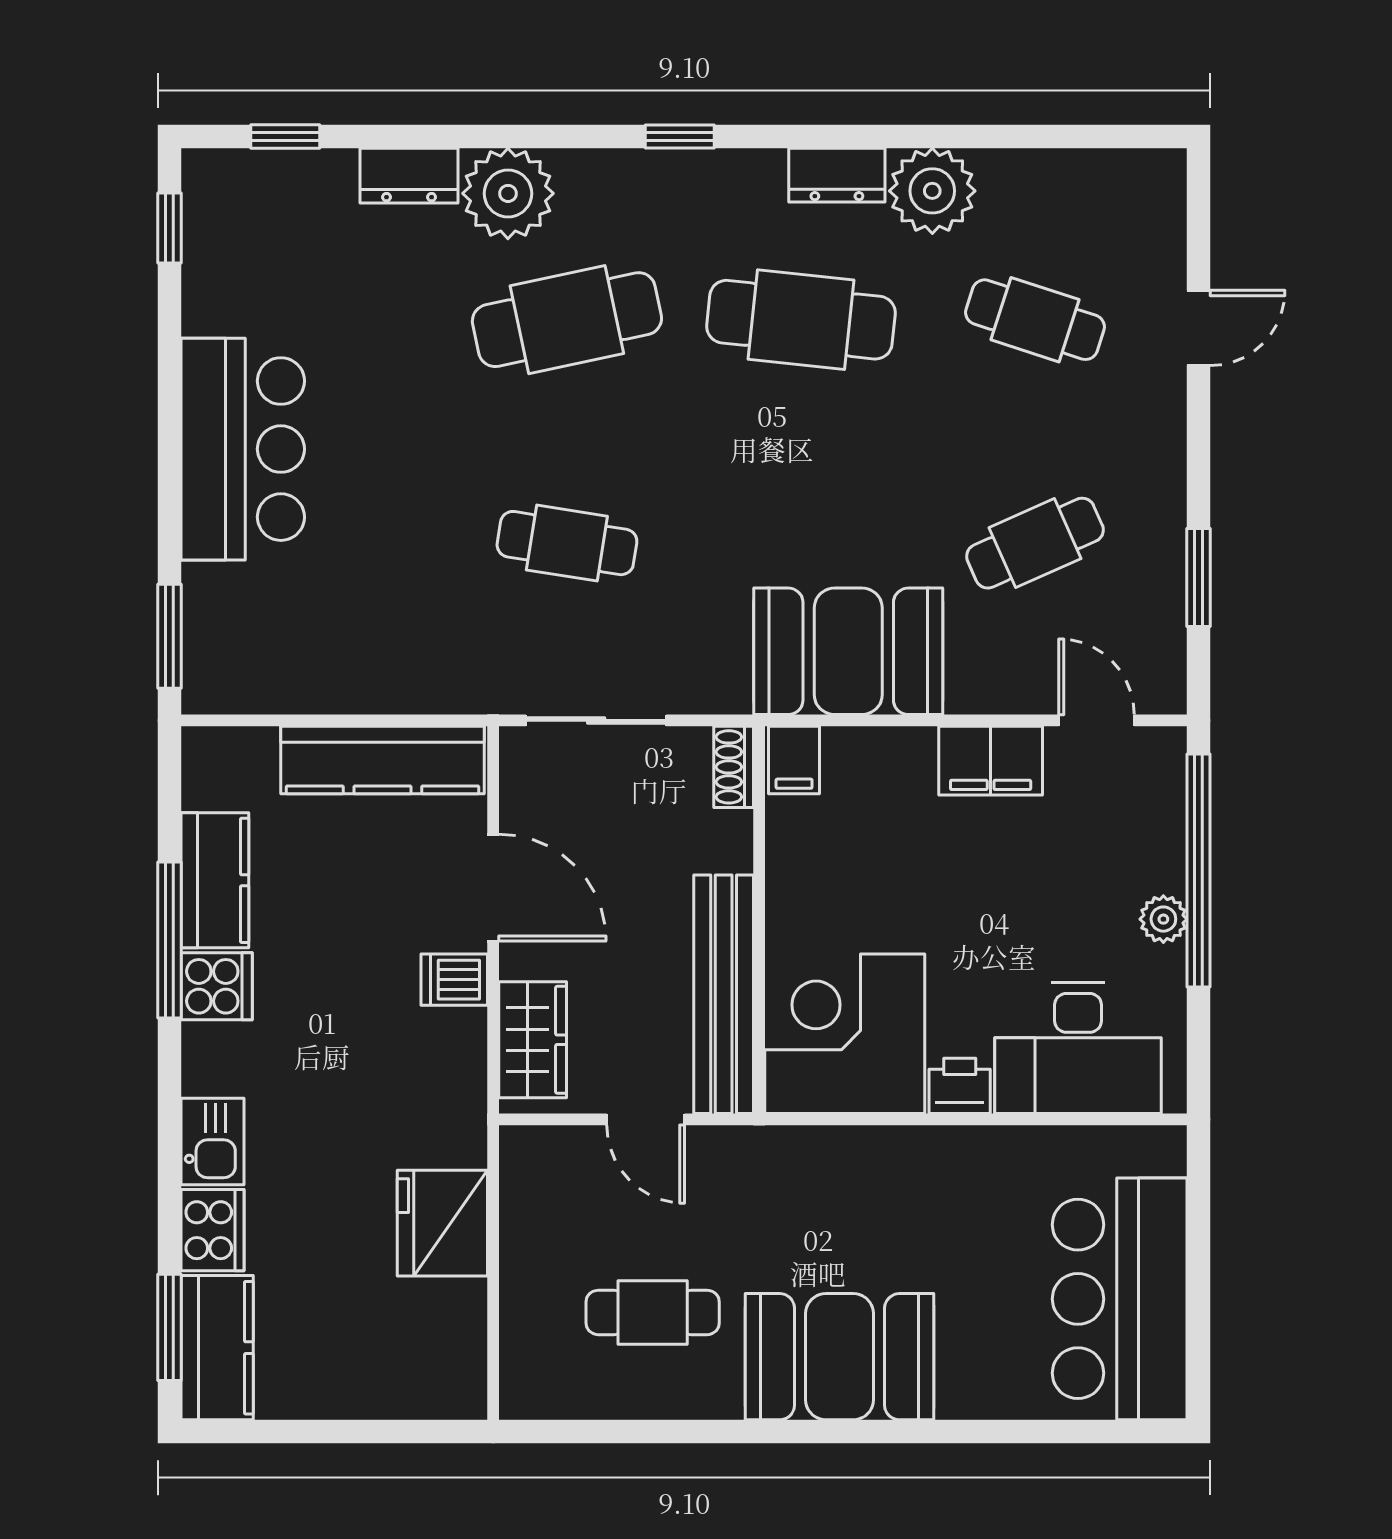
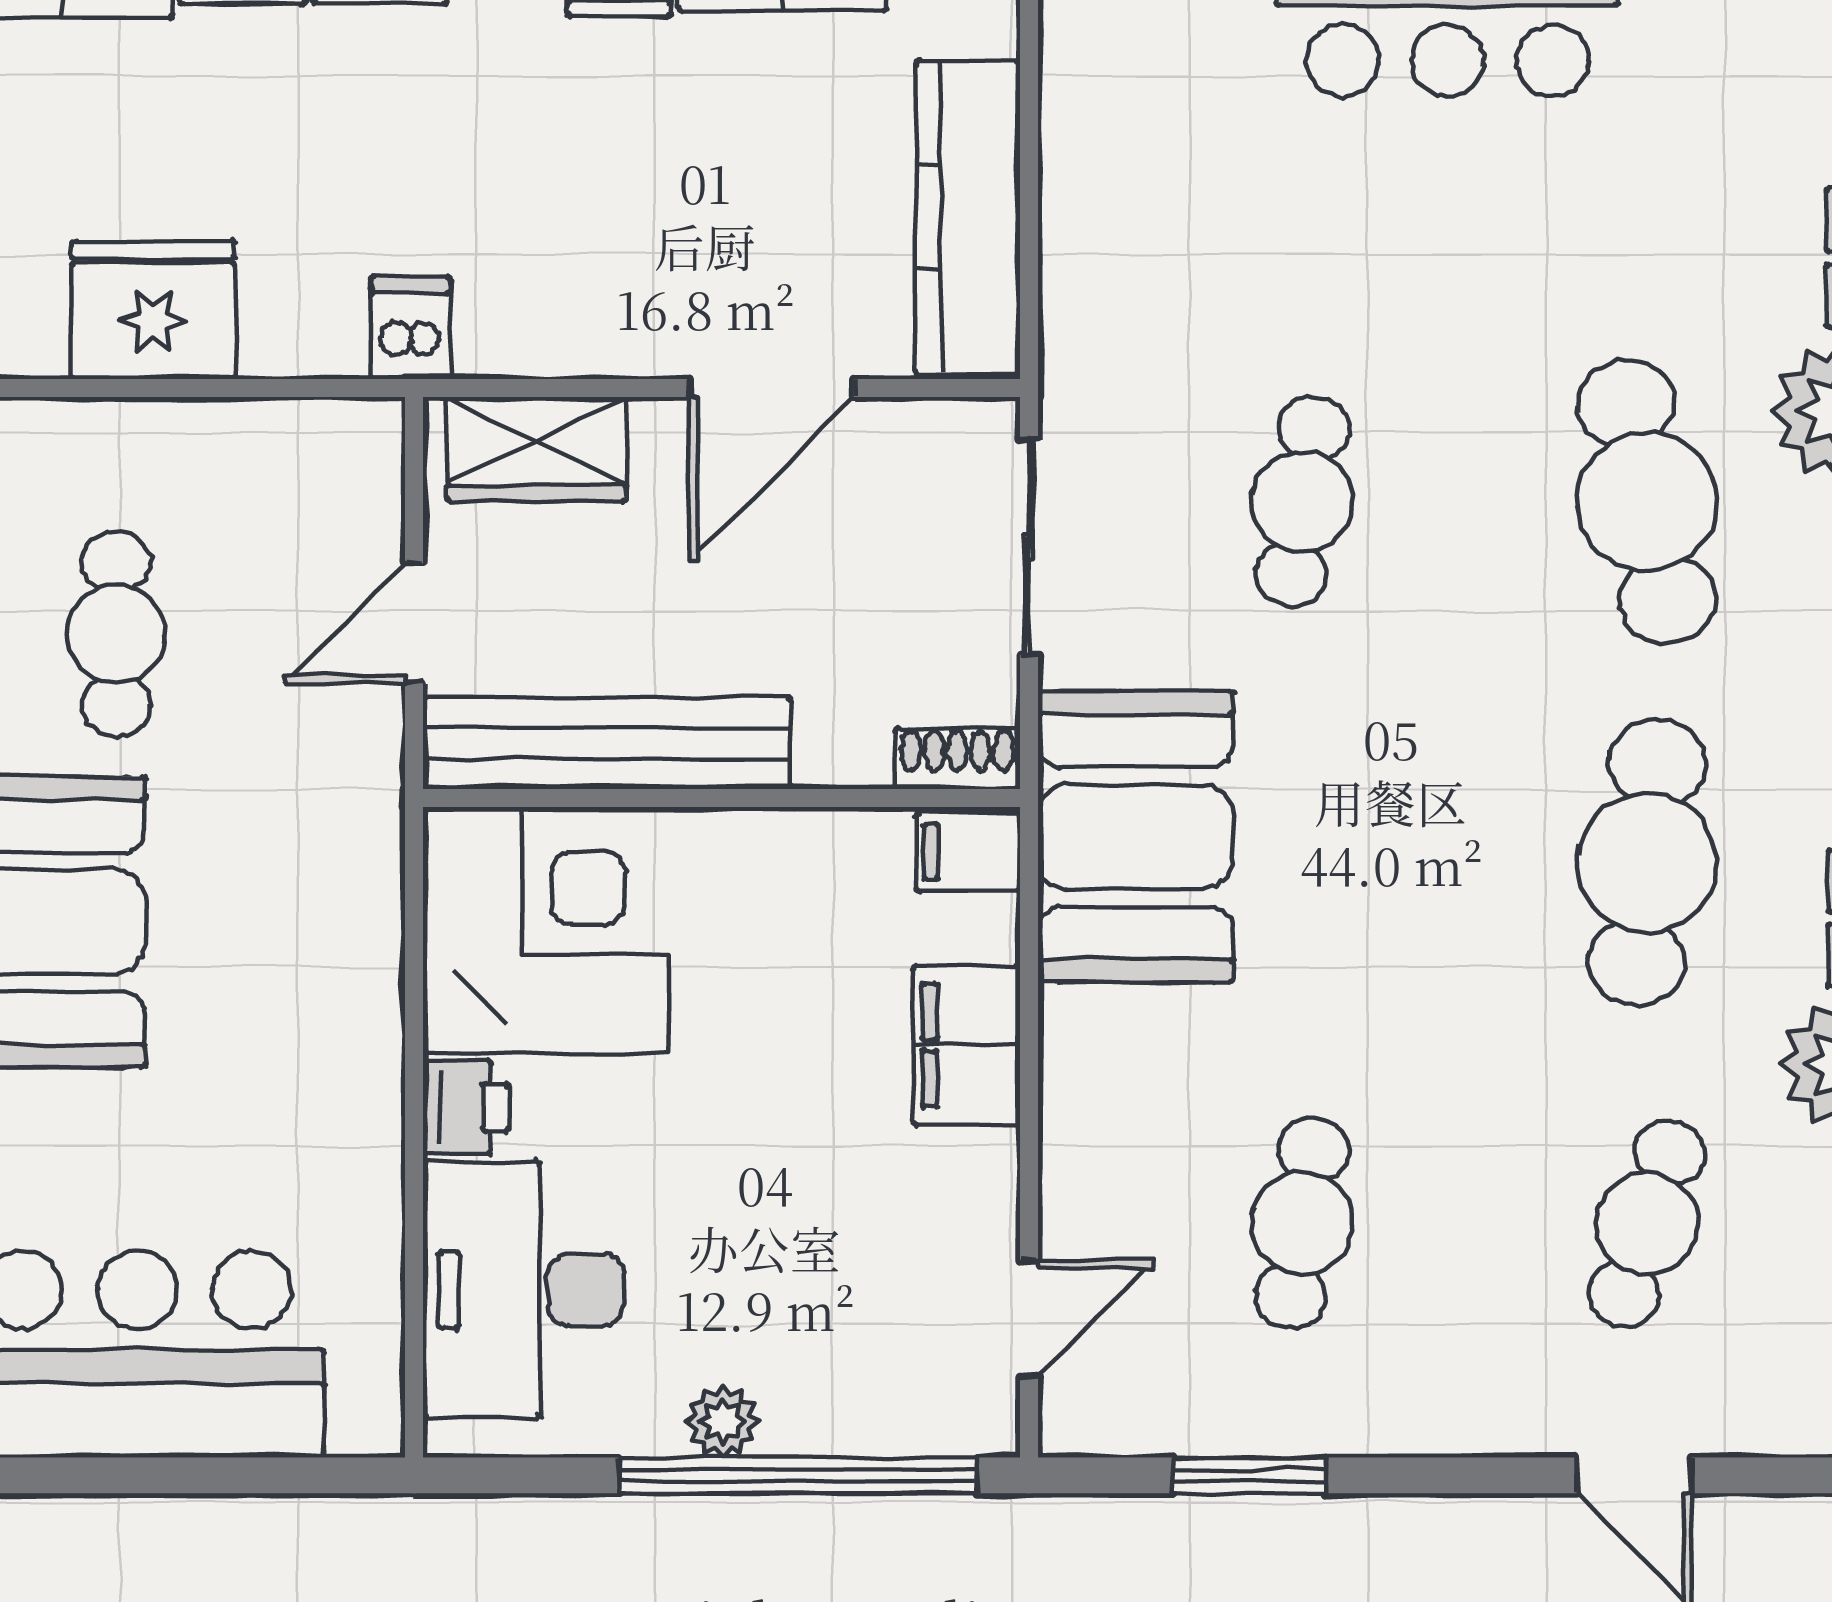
cafe table: (1035, 543) -> (1302, 1223), turned 33
booth: (848, 651) -> (1136, 837), moved
filing cabinet: (991, 761) -> (967, 1045), moved
dishwasher: (454, 980) -> (410, 328), moved
fridge: (442, 1223) -> (153, 310), moved

